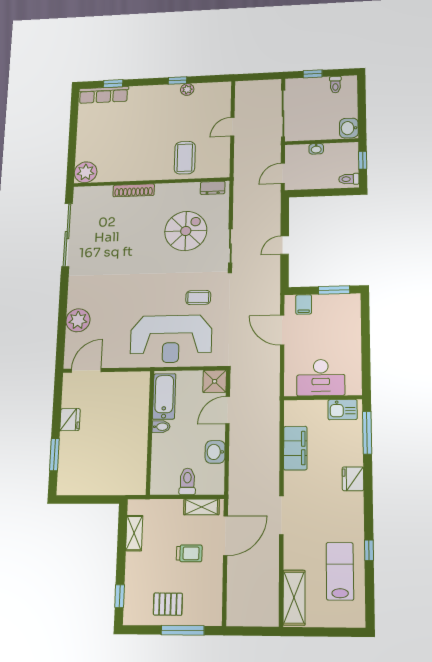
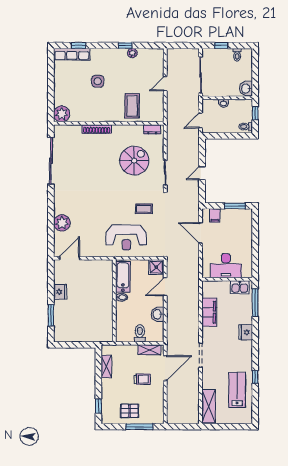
side table: (138, 128) -> (98, 81), added
reception desk: (171, 339) -> (126, 237), width x0.74, depth x0.77

